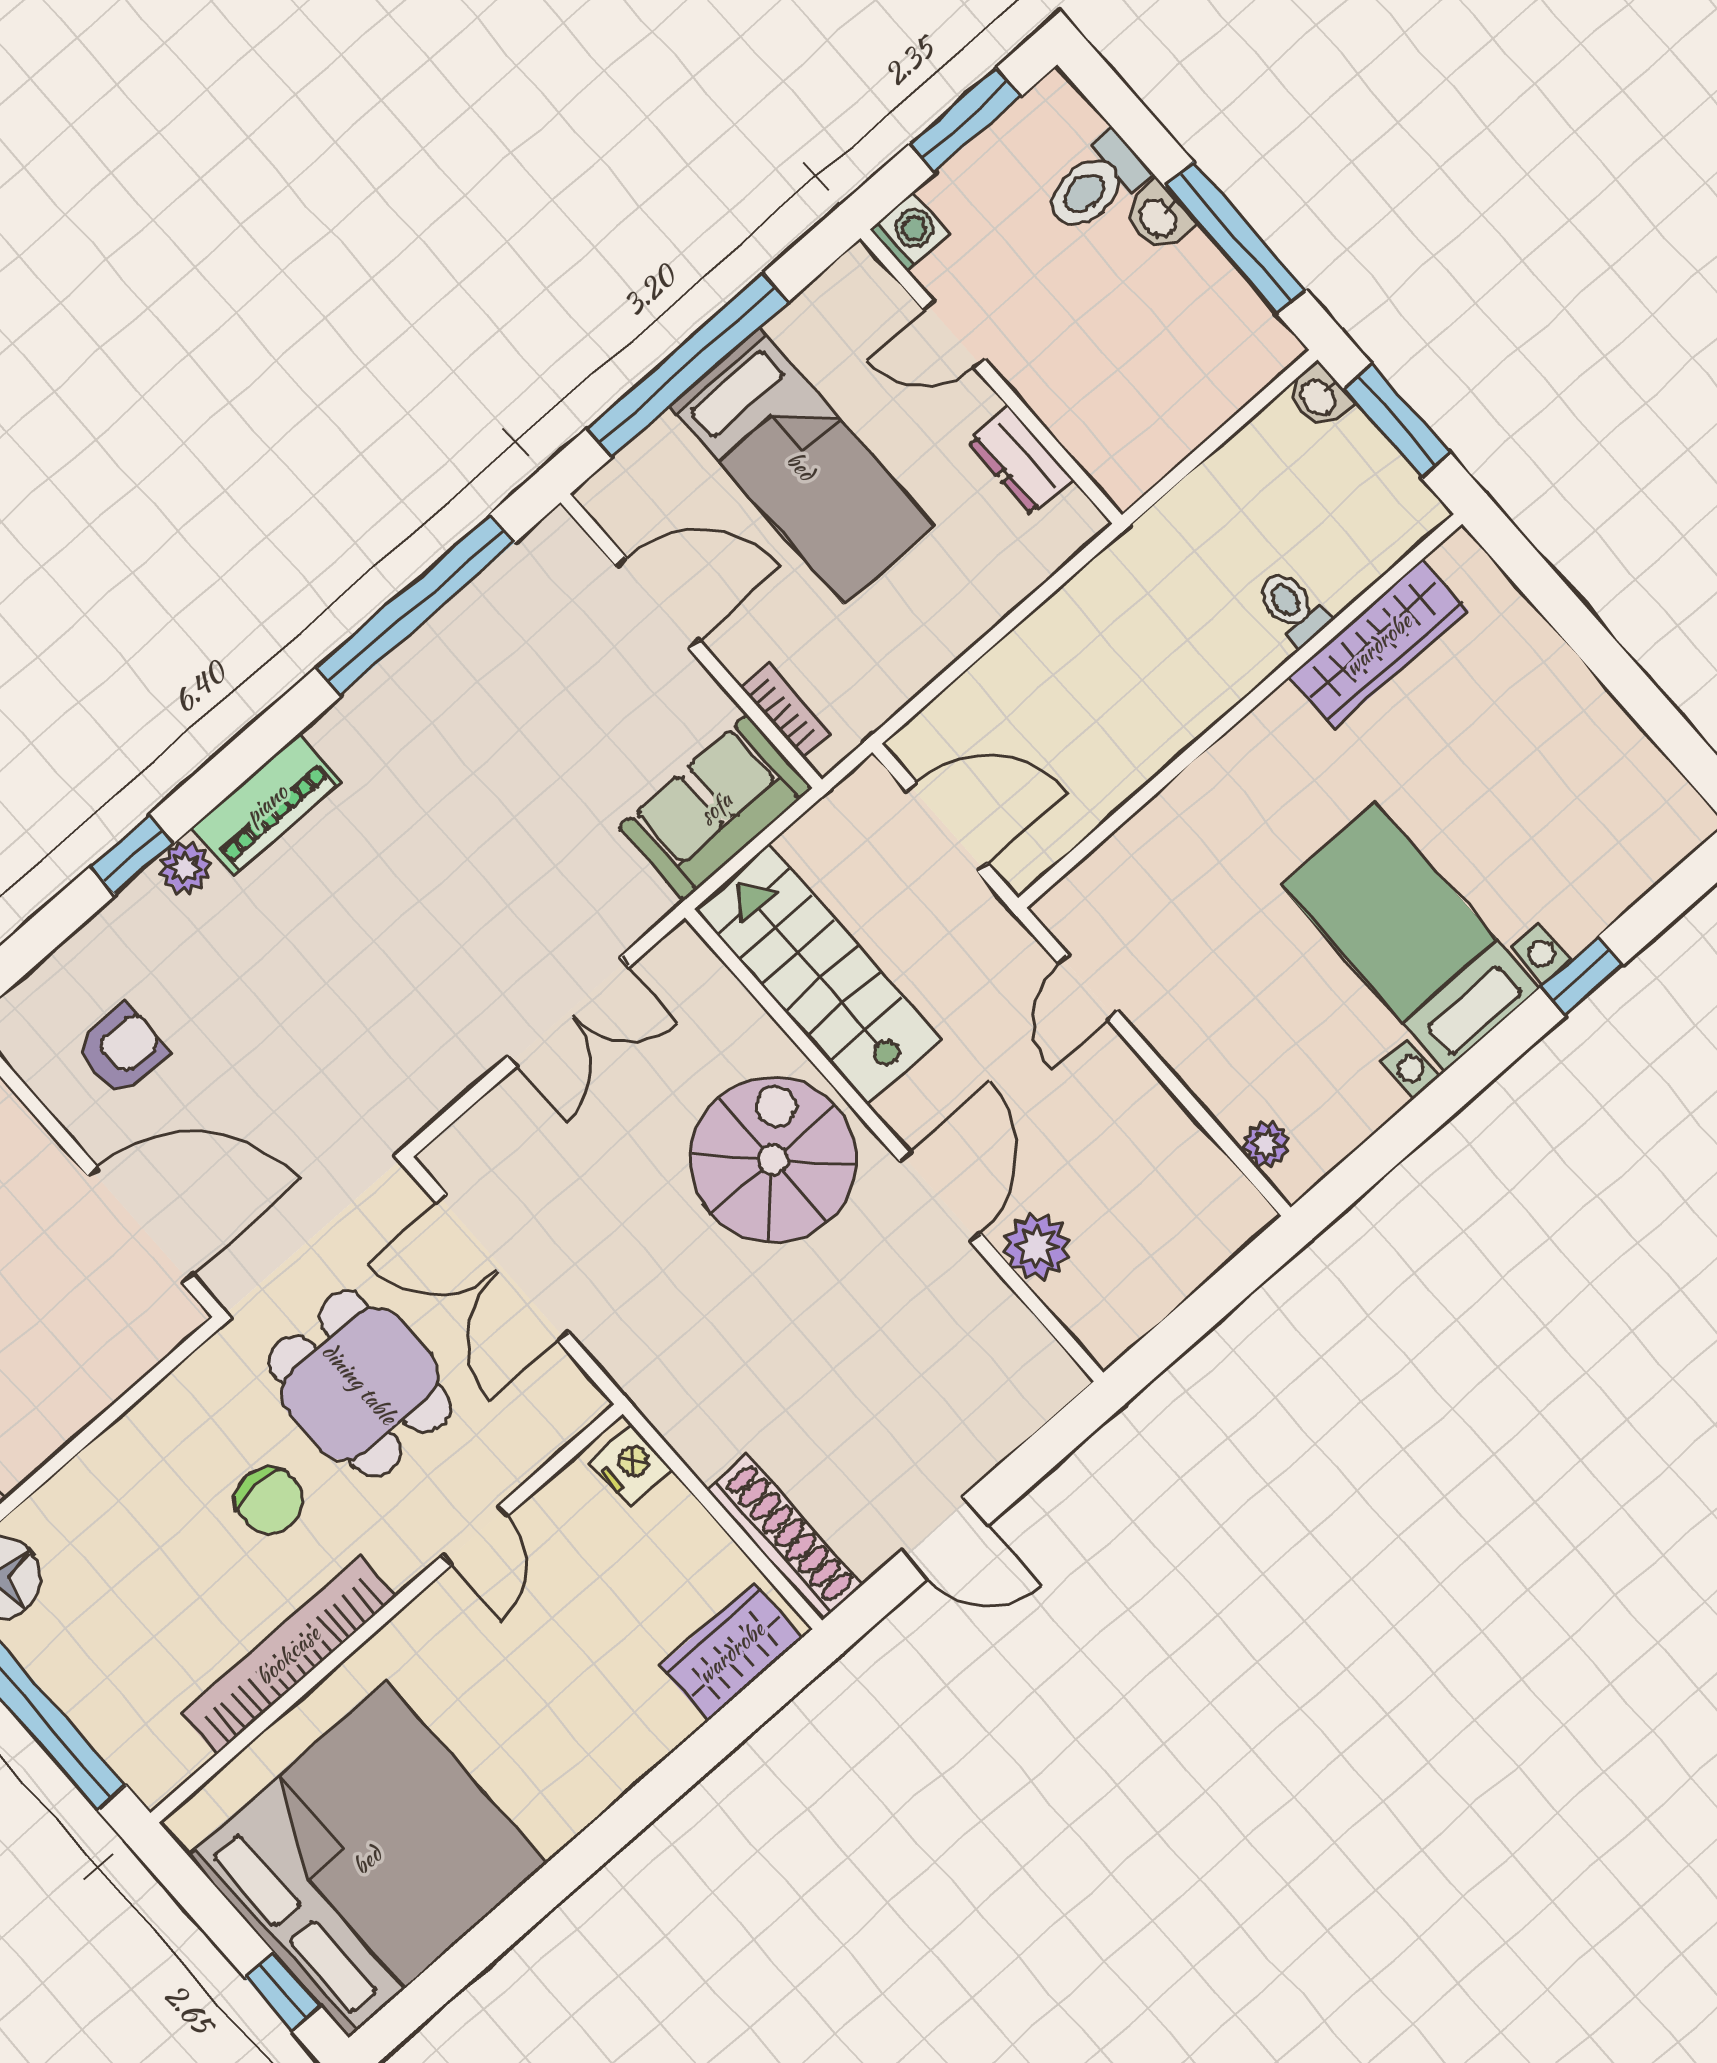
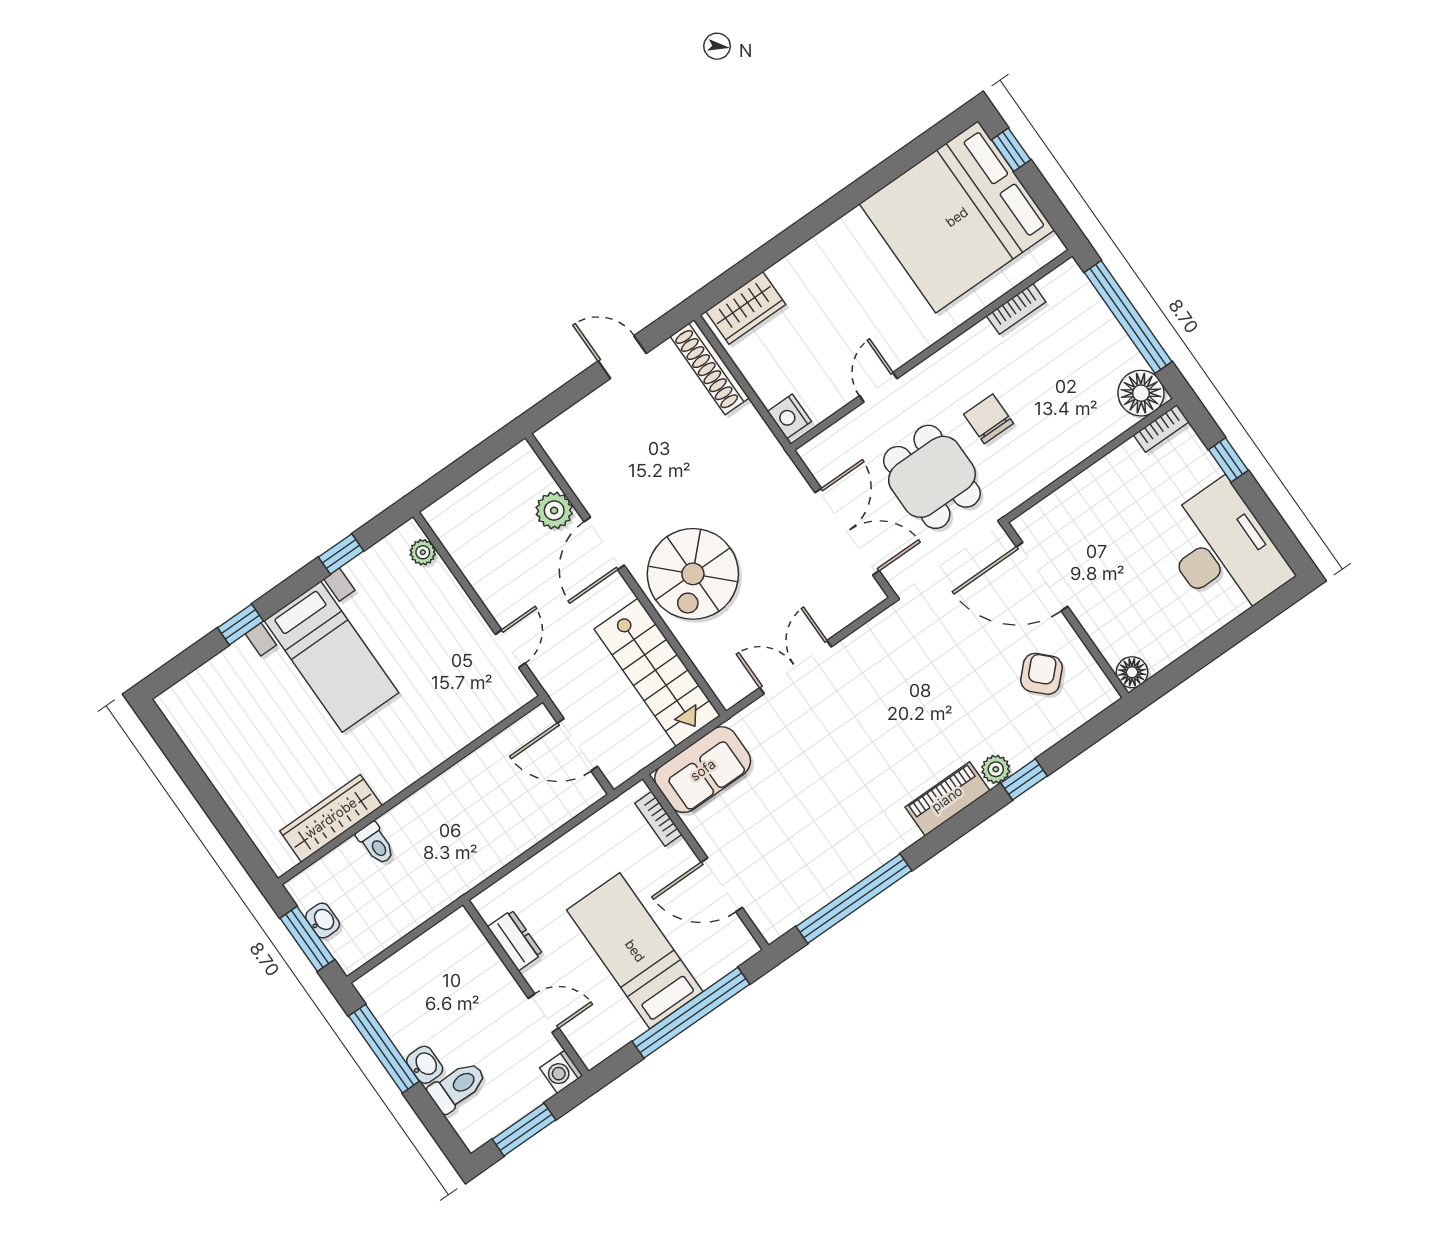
washbasin: (1319, 397) -> (323, 921), moved
armchair: (122, 1050) -> (1041, 674), turned 135
window: (1414, 1124) -> (341, 554), added
bookcase: (288, 1655) -> (1016, 309), width x0.43, depth x0.76

